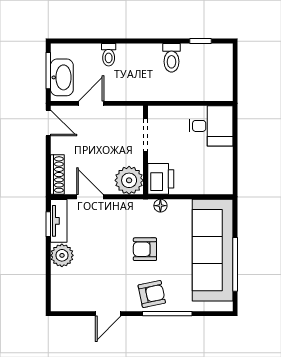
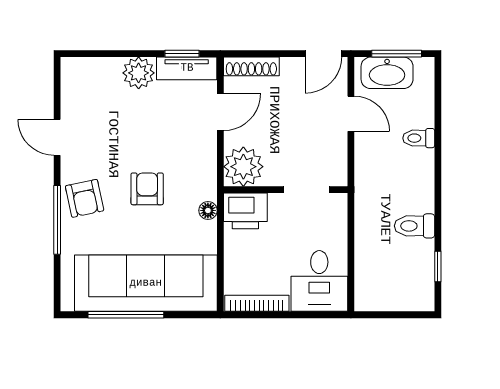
bookcase: (227, 171) -> (257, 303), added

